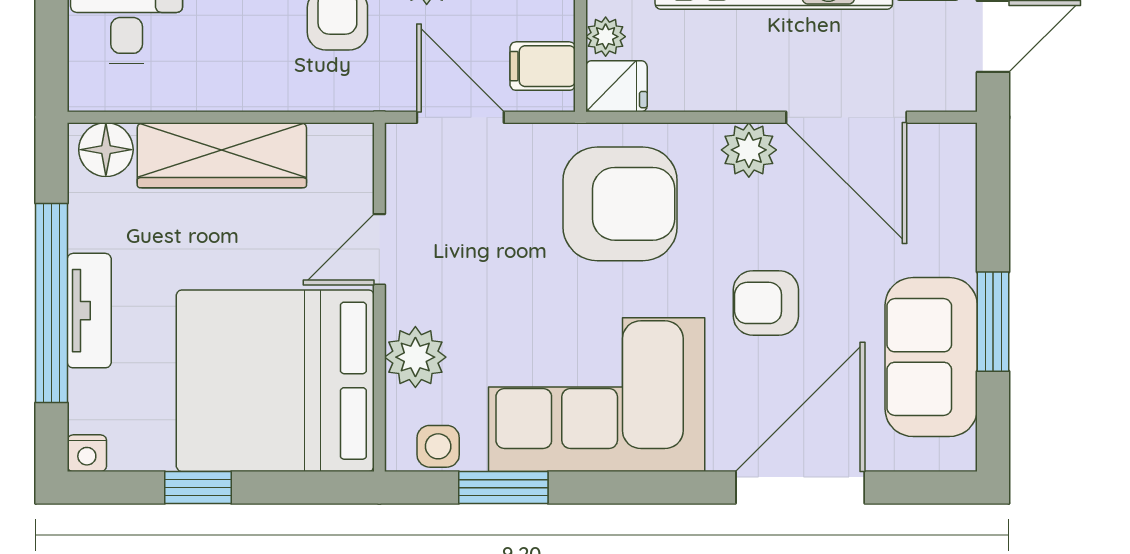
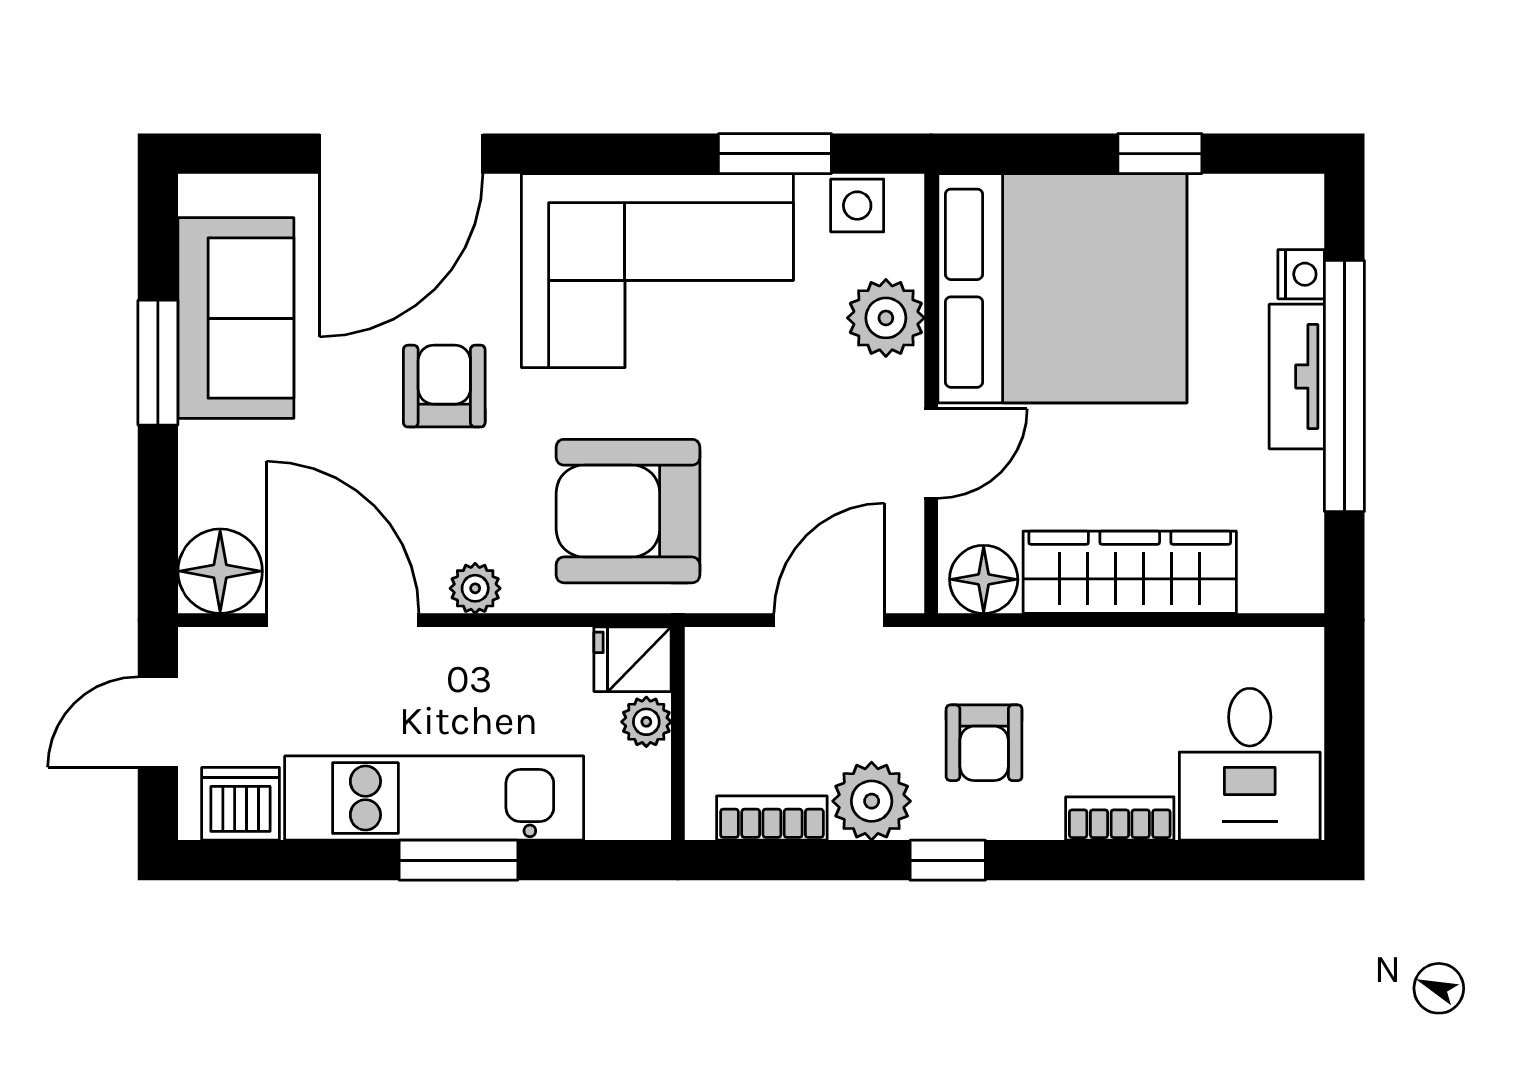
filing cabinet: (543, 66) -> (725, 685), removed
door: (460, 117) -> (829, 620), swing flipped
floor lamp: (106, 150) -> (984, 579), moved
plant: (749, 150) -> (475, 588), width x0.73, depth x0.73
floor lamp: (944, 156) -> (220, 571), added
armchair: (766, 303) -> (444, 386), turned -90
nightstand: (87, 453) -> (1301, 274), moved, turned 90

